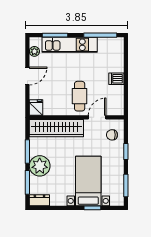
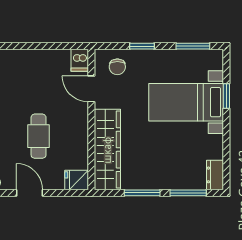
dishwasher: (116, 79) -> (80, 60), moved
cafe table: (80, 96) -> (39, 136), moved, turned 90
plant: (40, 166) -> (164, 175), removed

